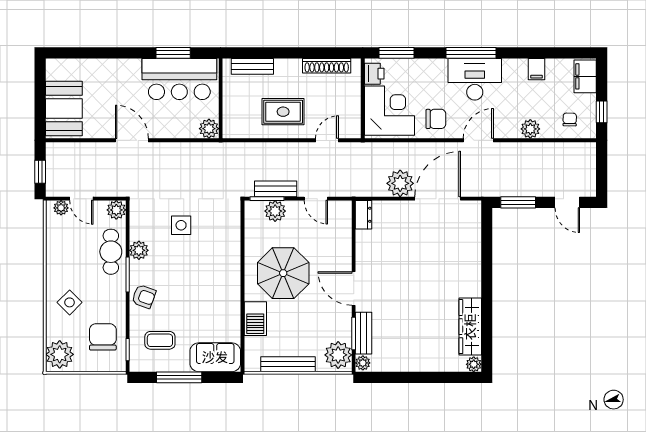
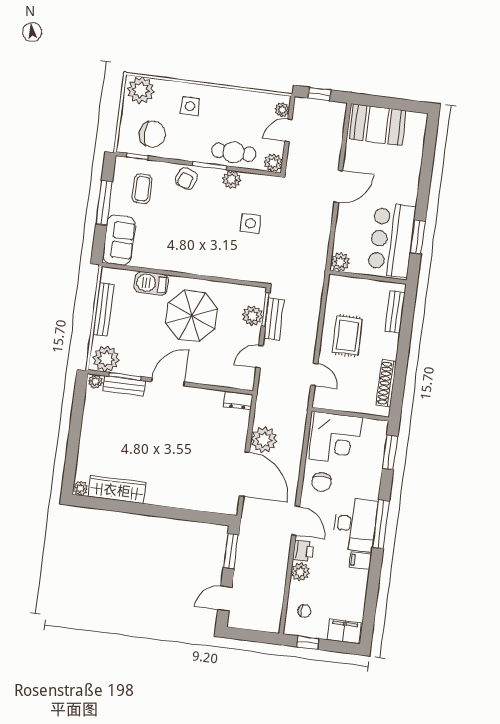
filing cabinet: (536, 69) -> (360, 561), moved
printer: (374, 74) -> (303, 551), moved, turned -90
side table: (70, 302) -> (190, 106), turned 45

